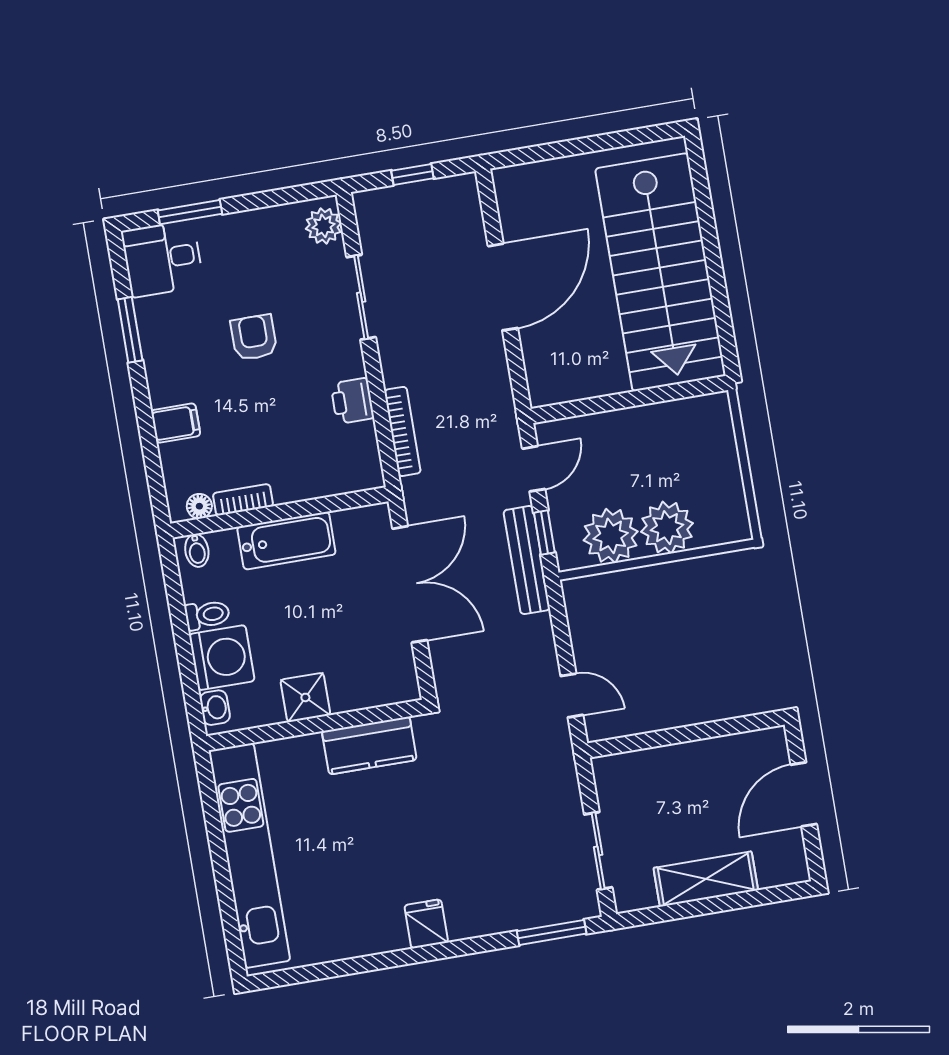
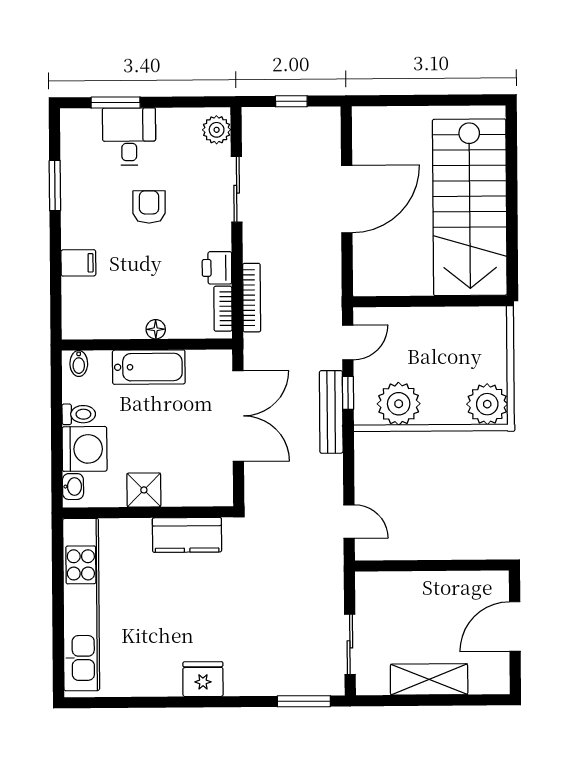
desk: (162, 258) -> (129, 137), moved, turned 90
bookcase: (243, 500) -> (223, 309), moved, turned -90
floor lamp: (199, 506) -> (156, 329), moved
plant: (667, 528) -> (487, 404), moved
fridge: (426, 924) -> (203, 679), width x1.38

